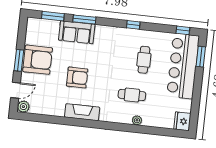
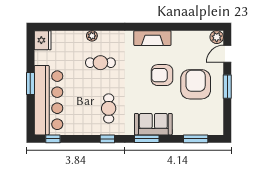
window: (84, 20) -> (147, 139), moved
sofa: (77, 32) -> (153, 124), moved
window: (201, 57) -> (30, 83), moved
armchair: (38, 60) -> (196, 84), moved, turned 90
cafe table: (144, 60) -> (109, 108), moved

